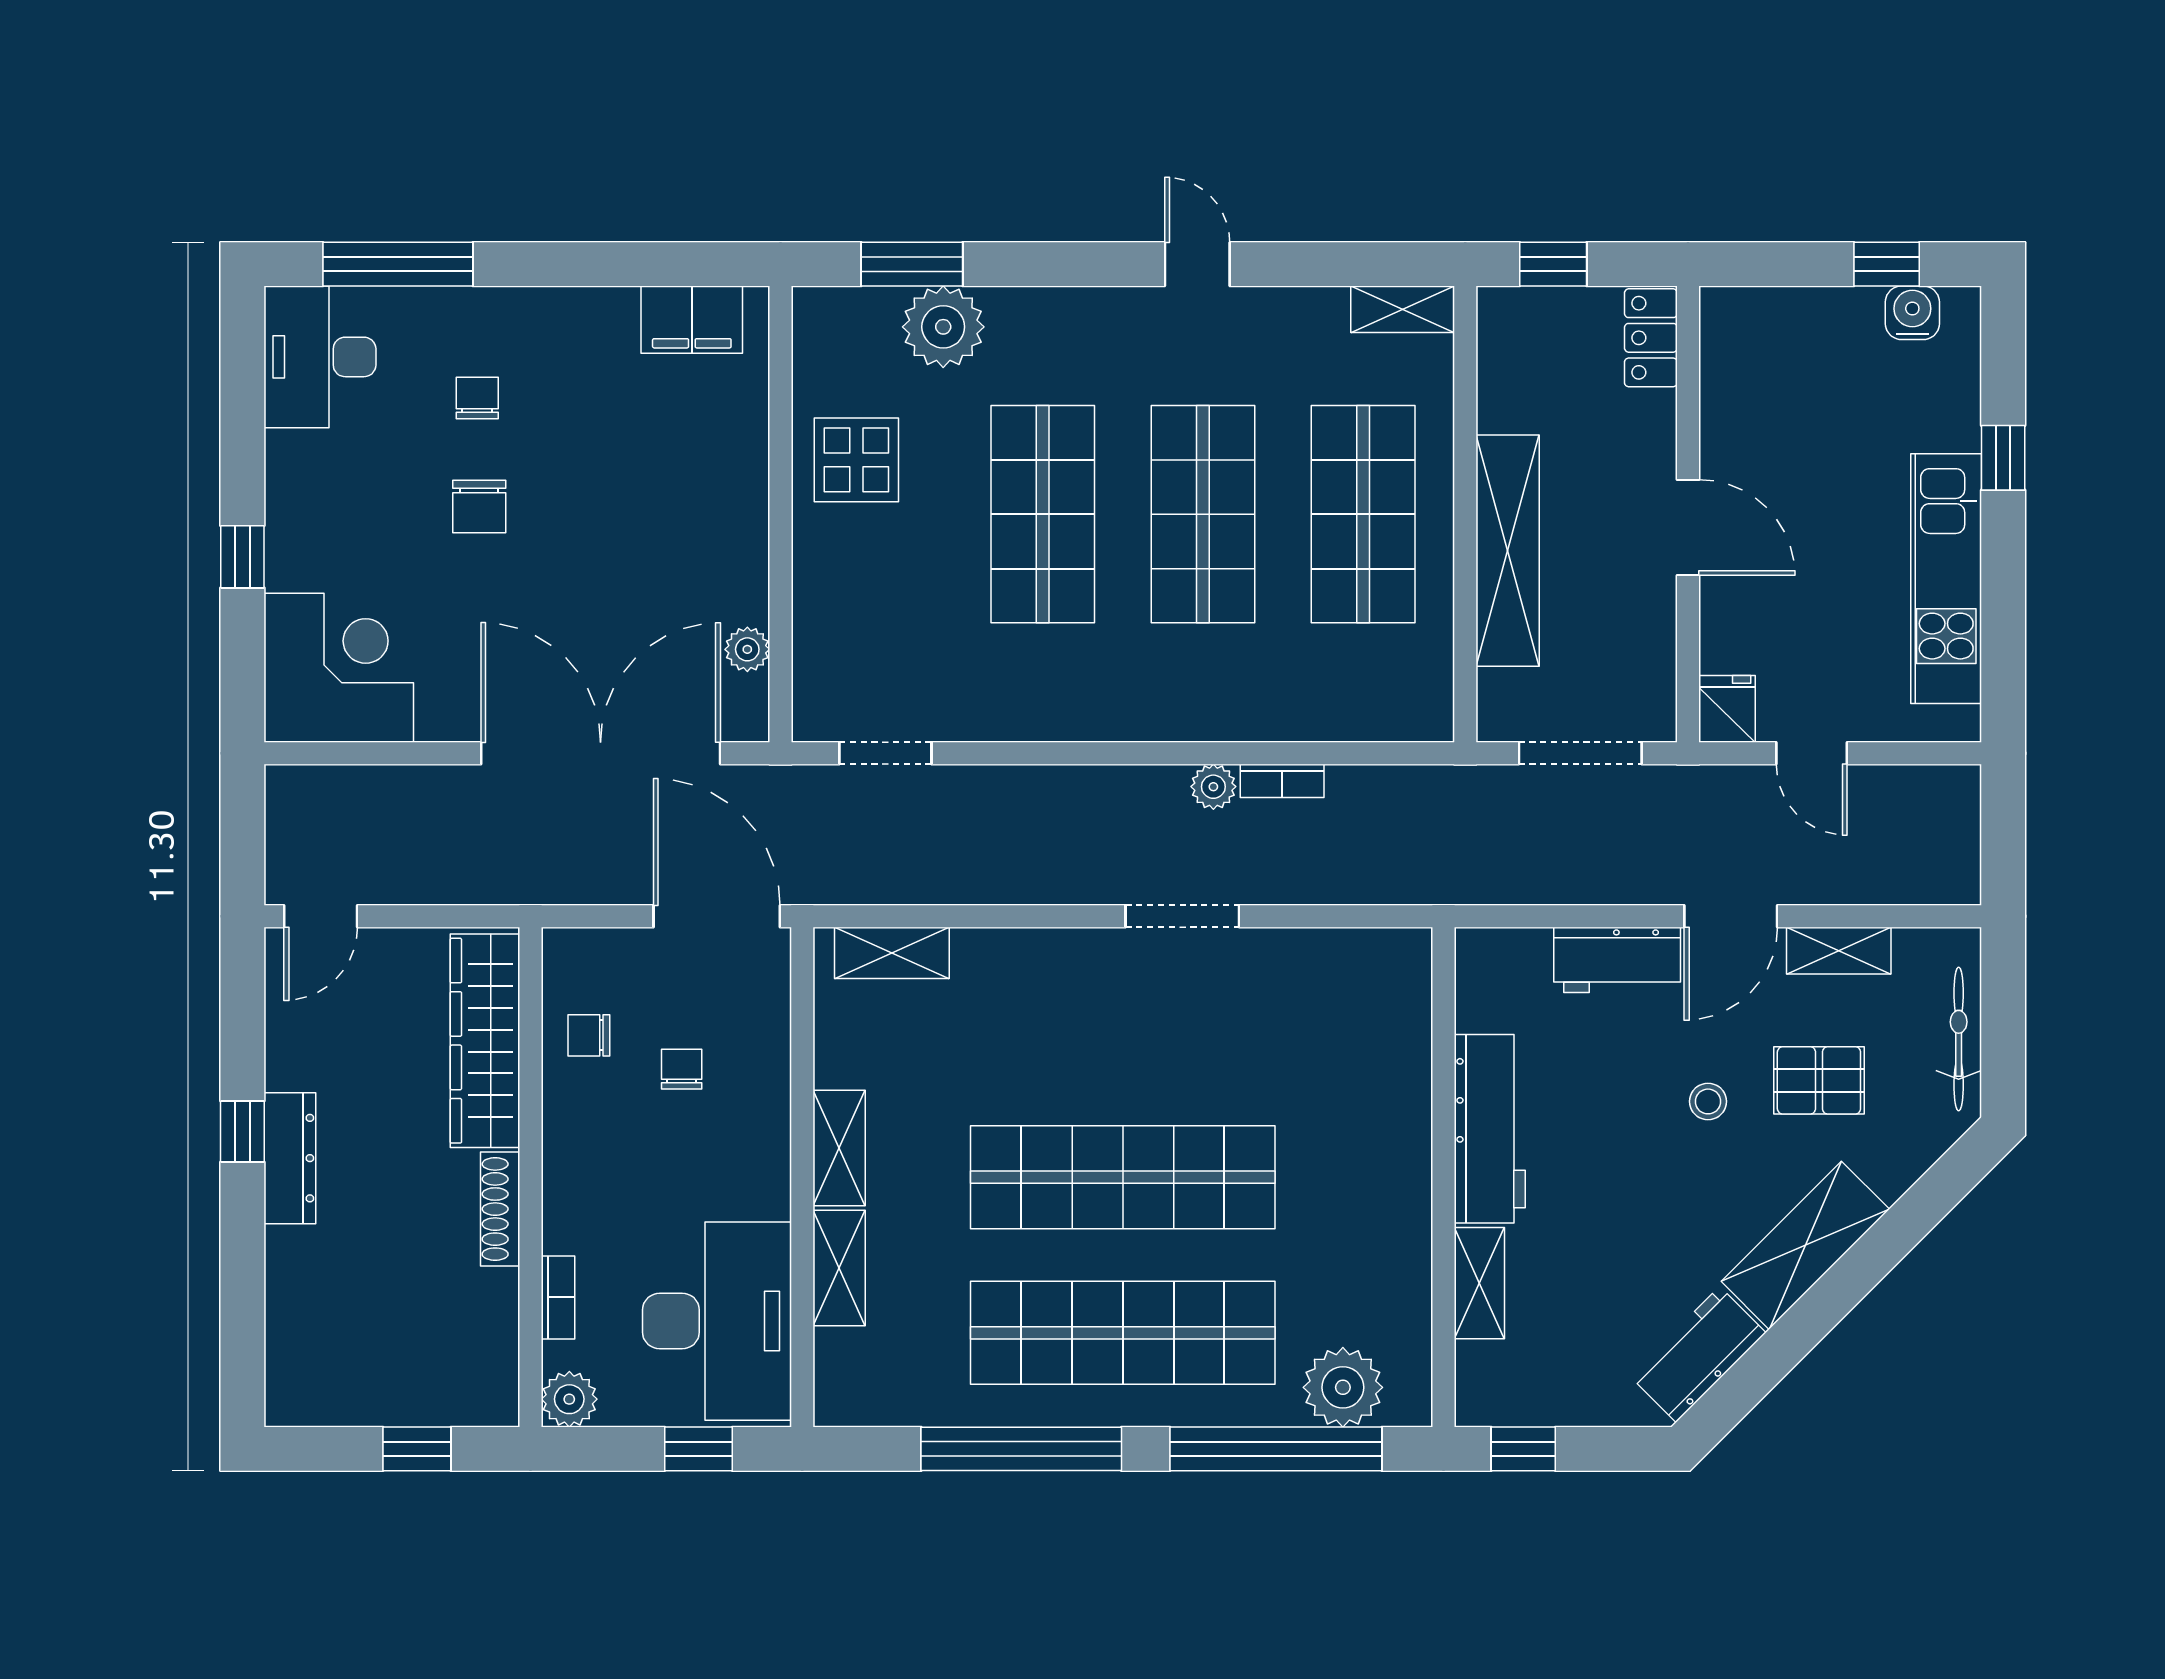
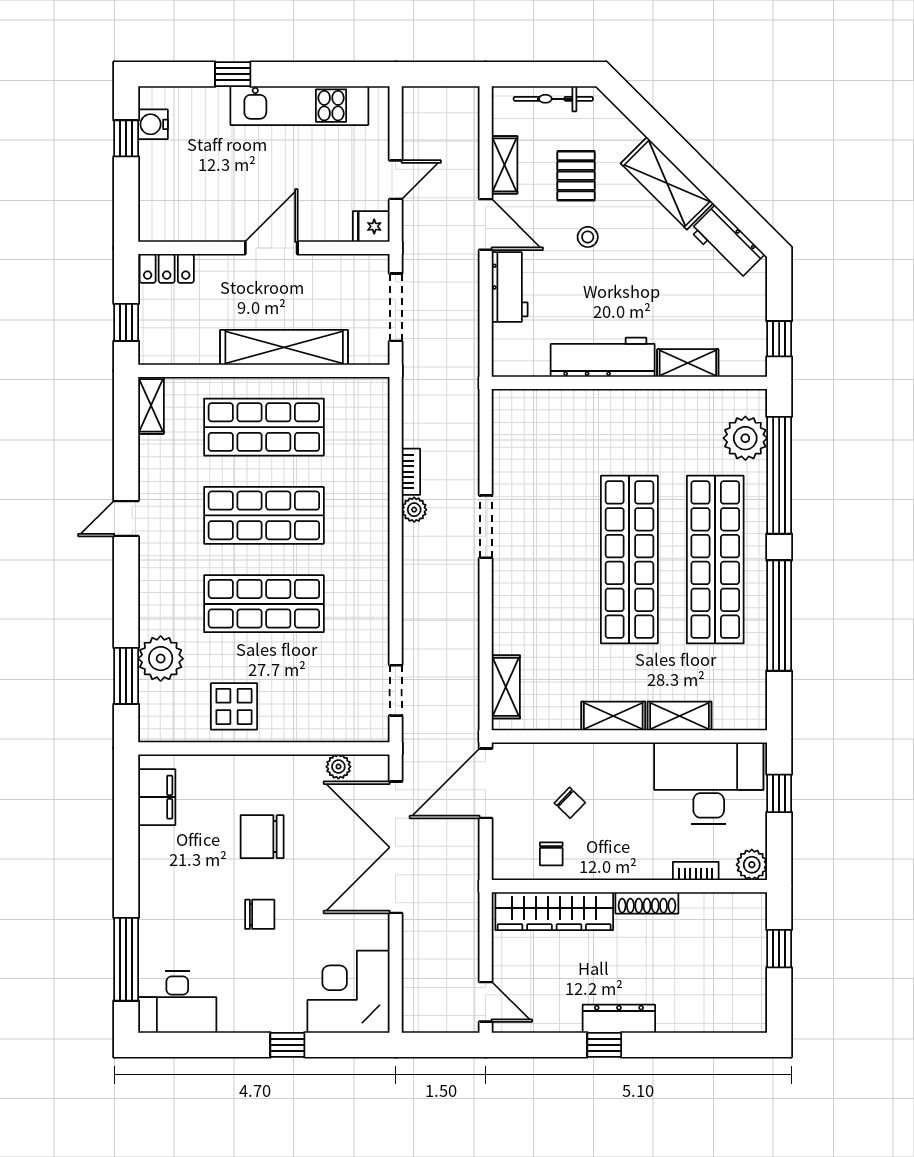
chair: (477, 398) -> (262, 837), moved, width x1.87, depth x1.87
chair: (682, 1069) -> (570, 803), turned -136

